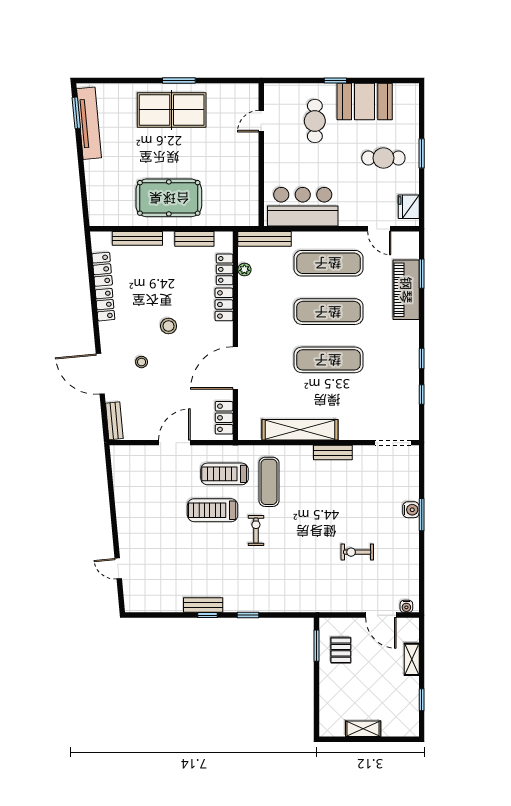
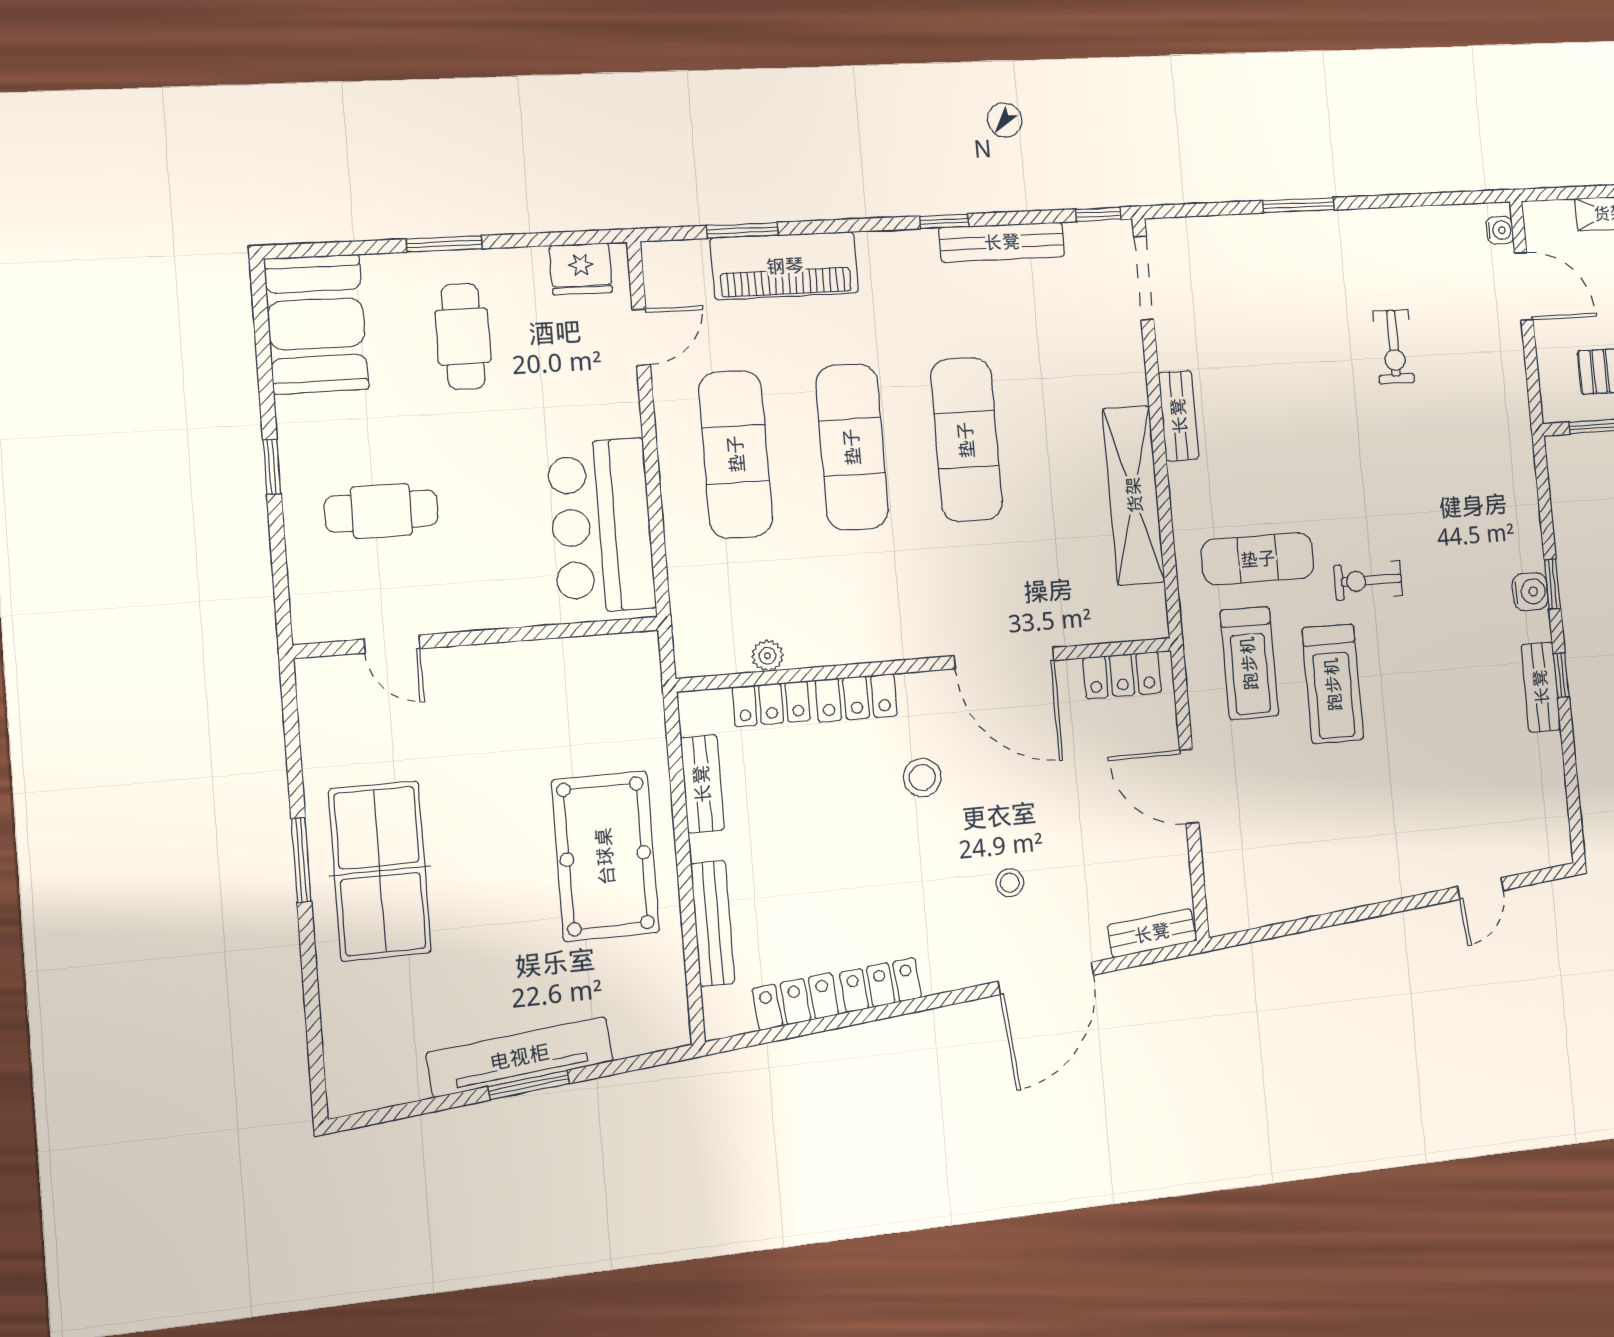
booth: (365, 101) -> (316, 324), moved
window: (76, 113) -> (529, 1085), moved
tv unit: (89, 123) -> (520, 1057), moved
bench: (265, 239) -> (1002, 242), moved, turned 90
stool: (168, 326) -> (922, 777), moved
window: (422, 394) -> (1098, 214), moved
water cooler: (411, 510) -> (1530, 592), moved, turned 90
door: (381, 615) -> (1524, 286), hinge flipped

